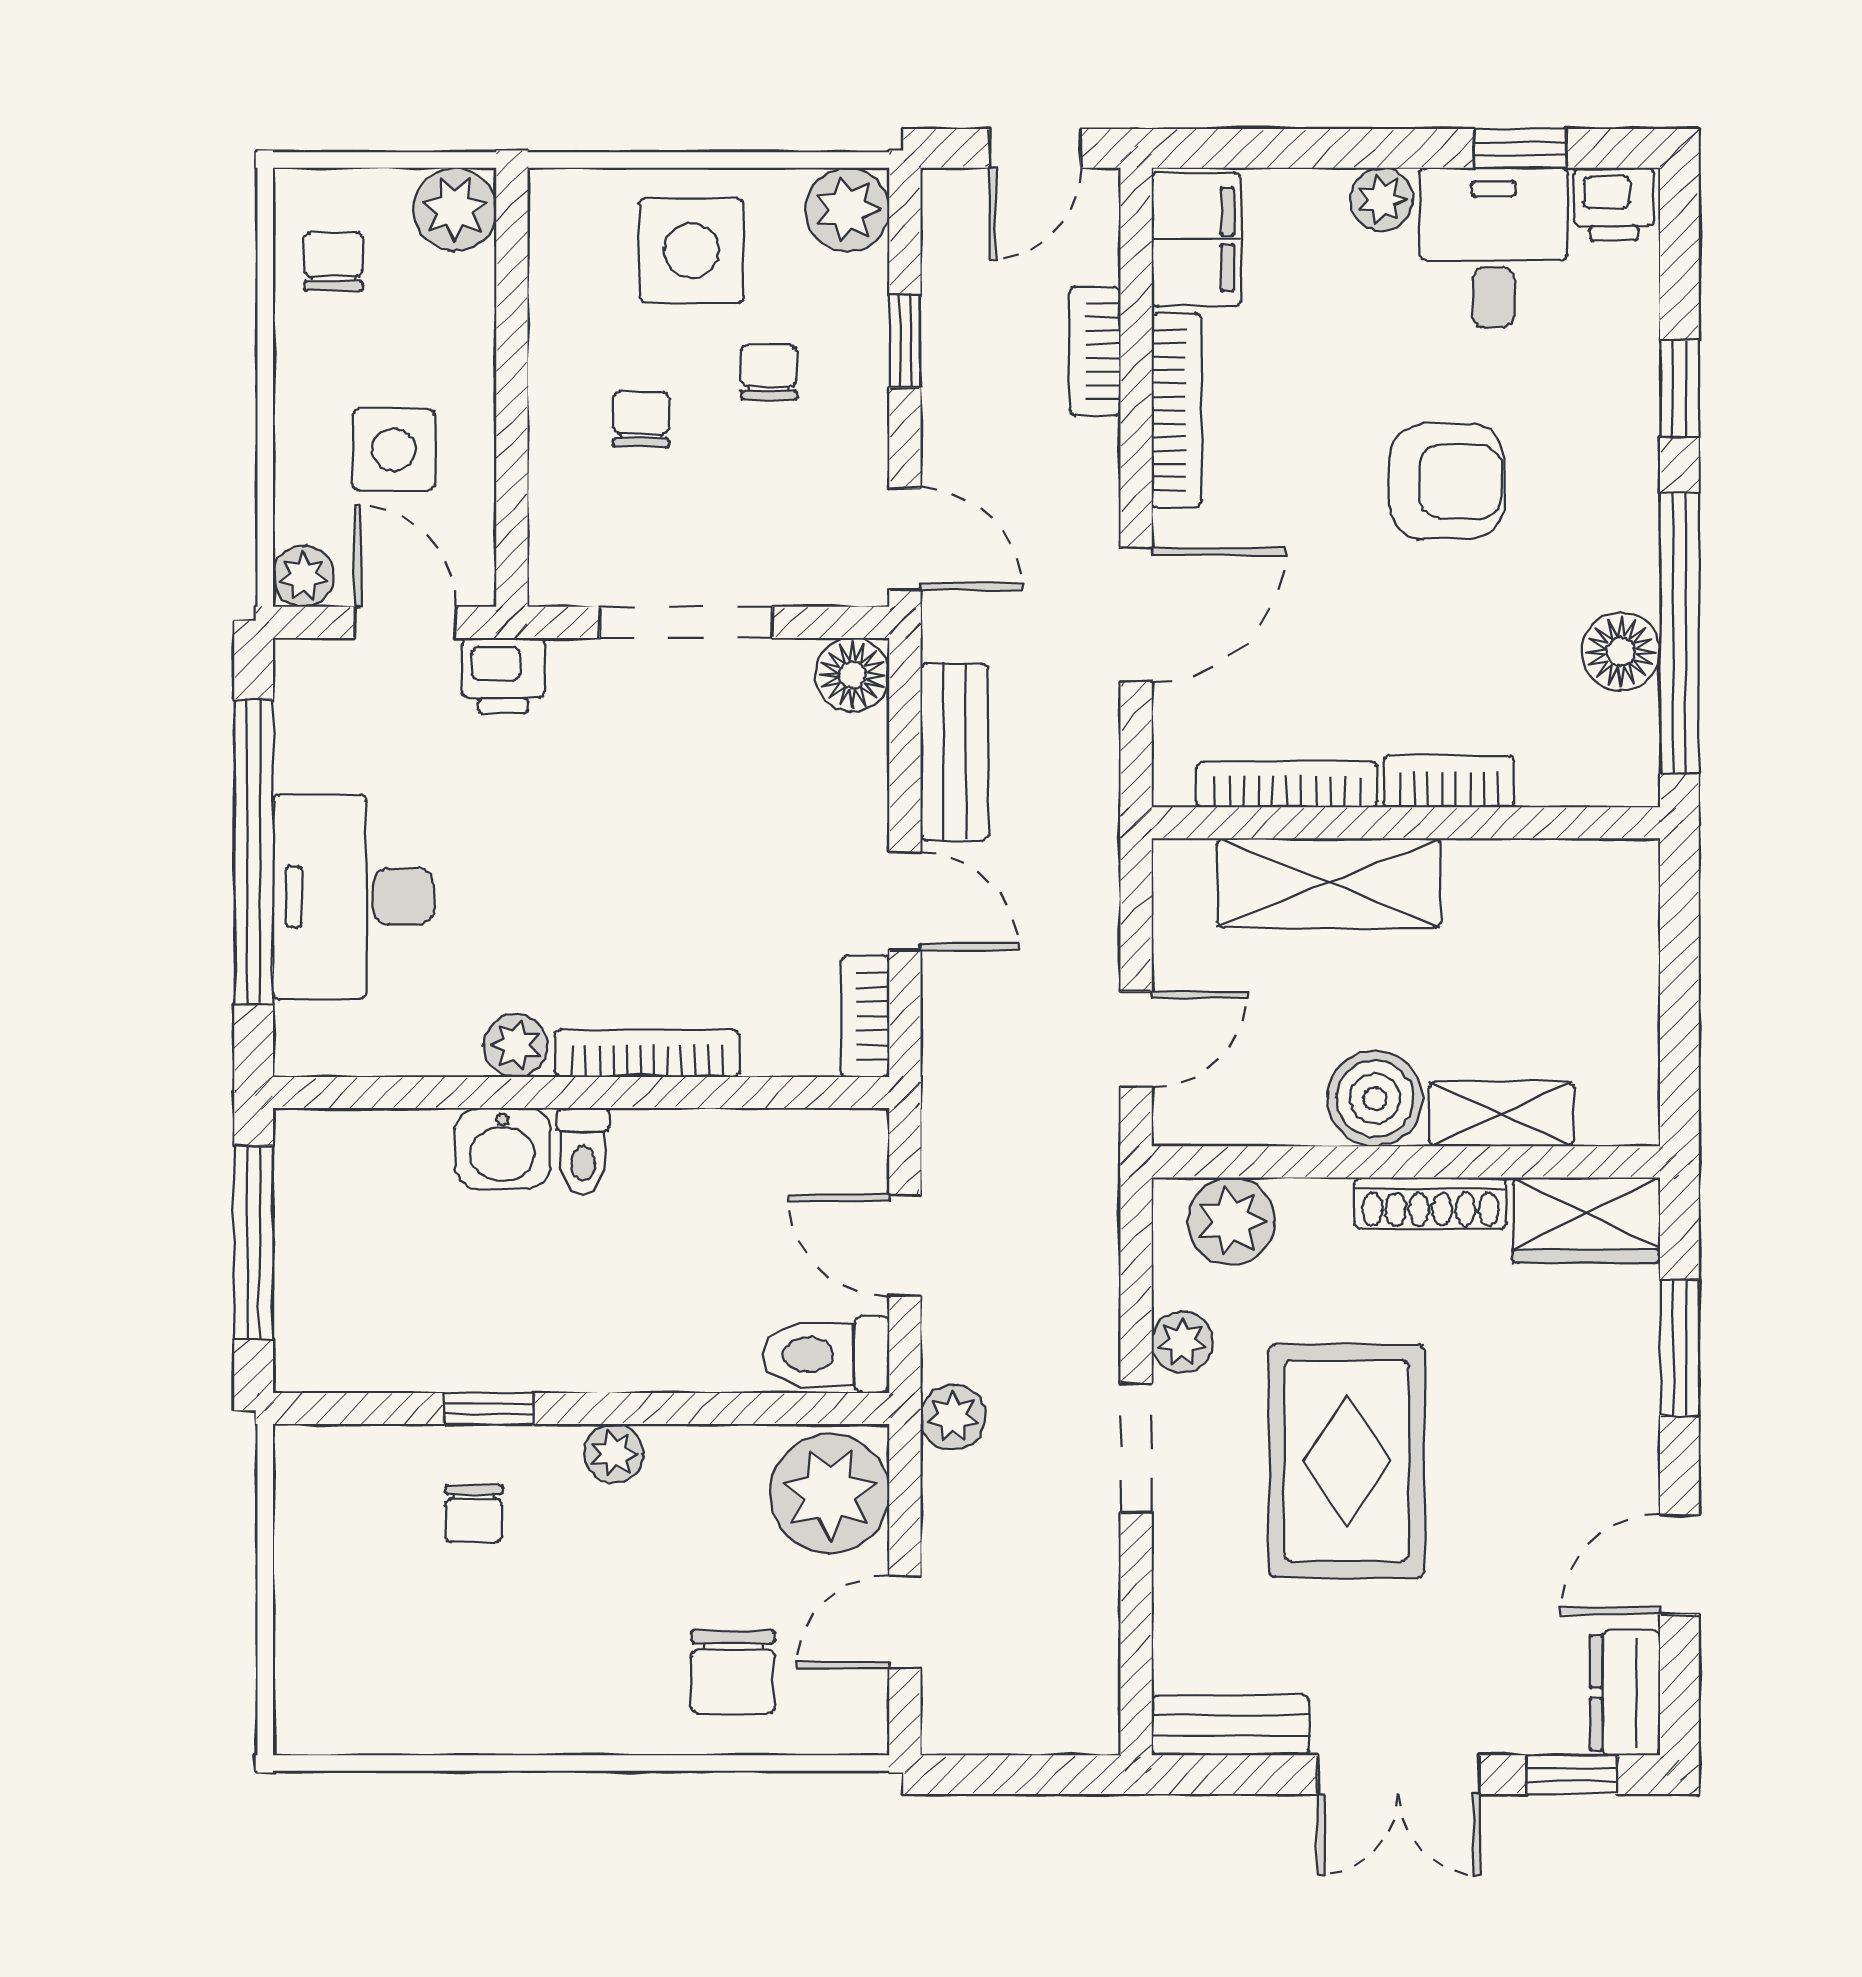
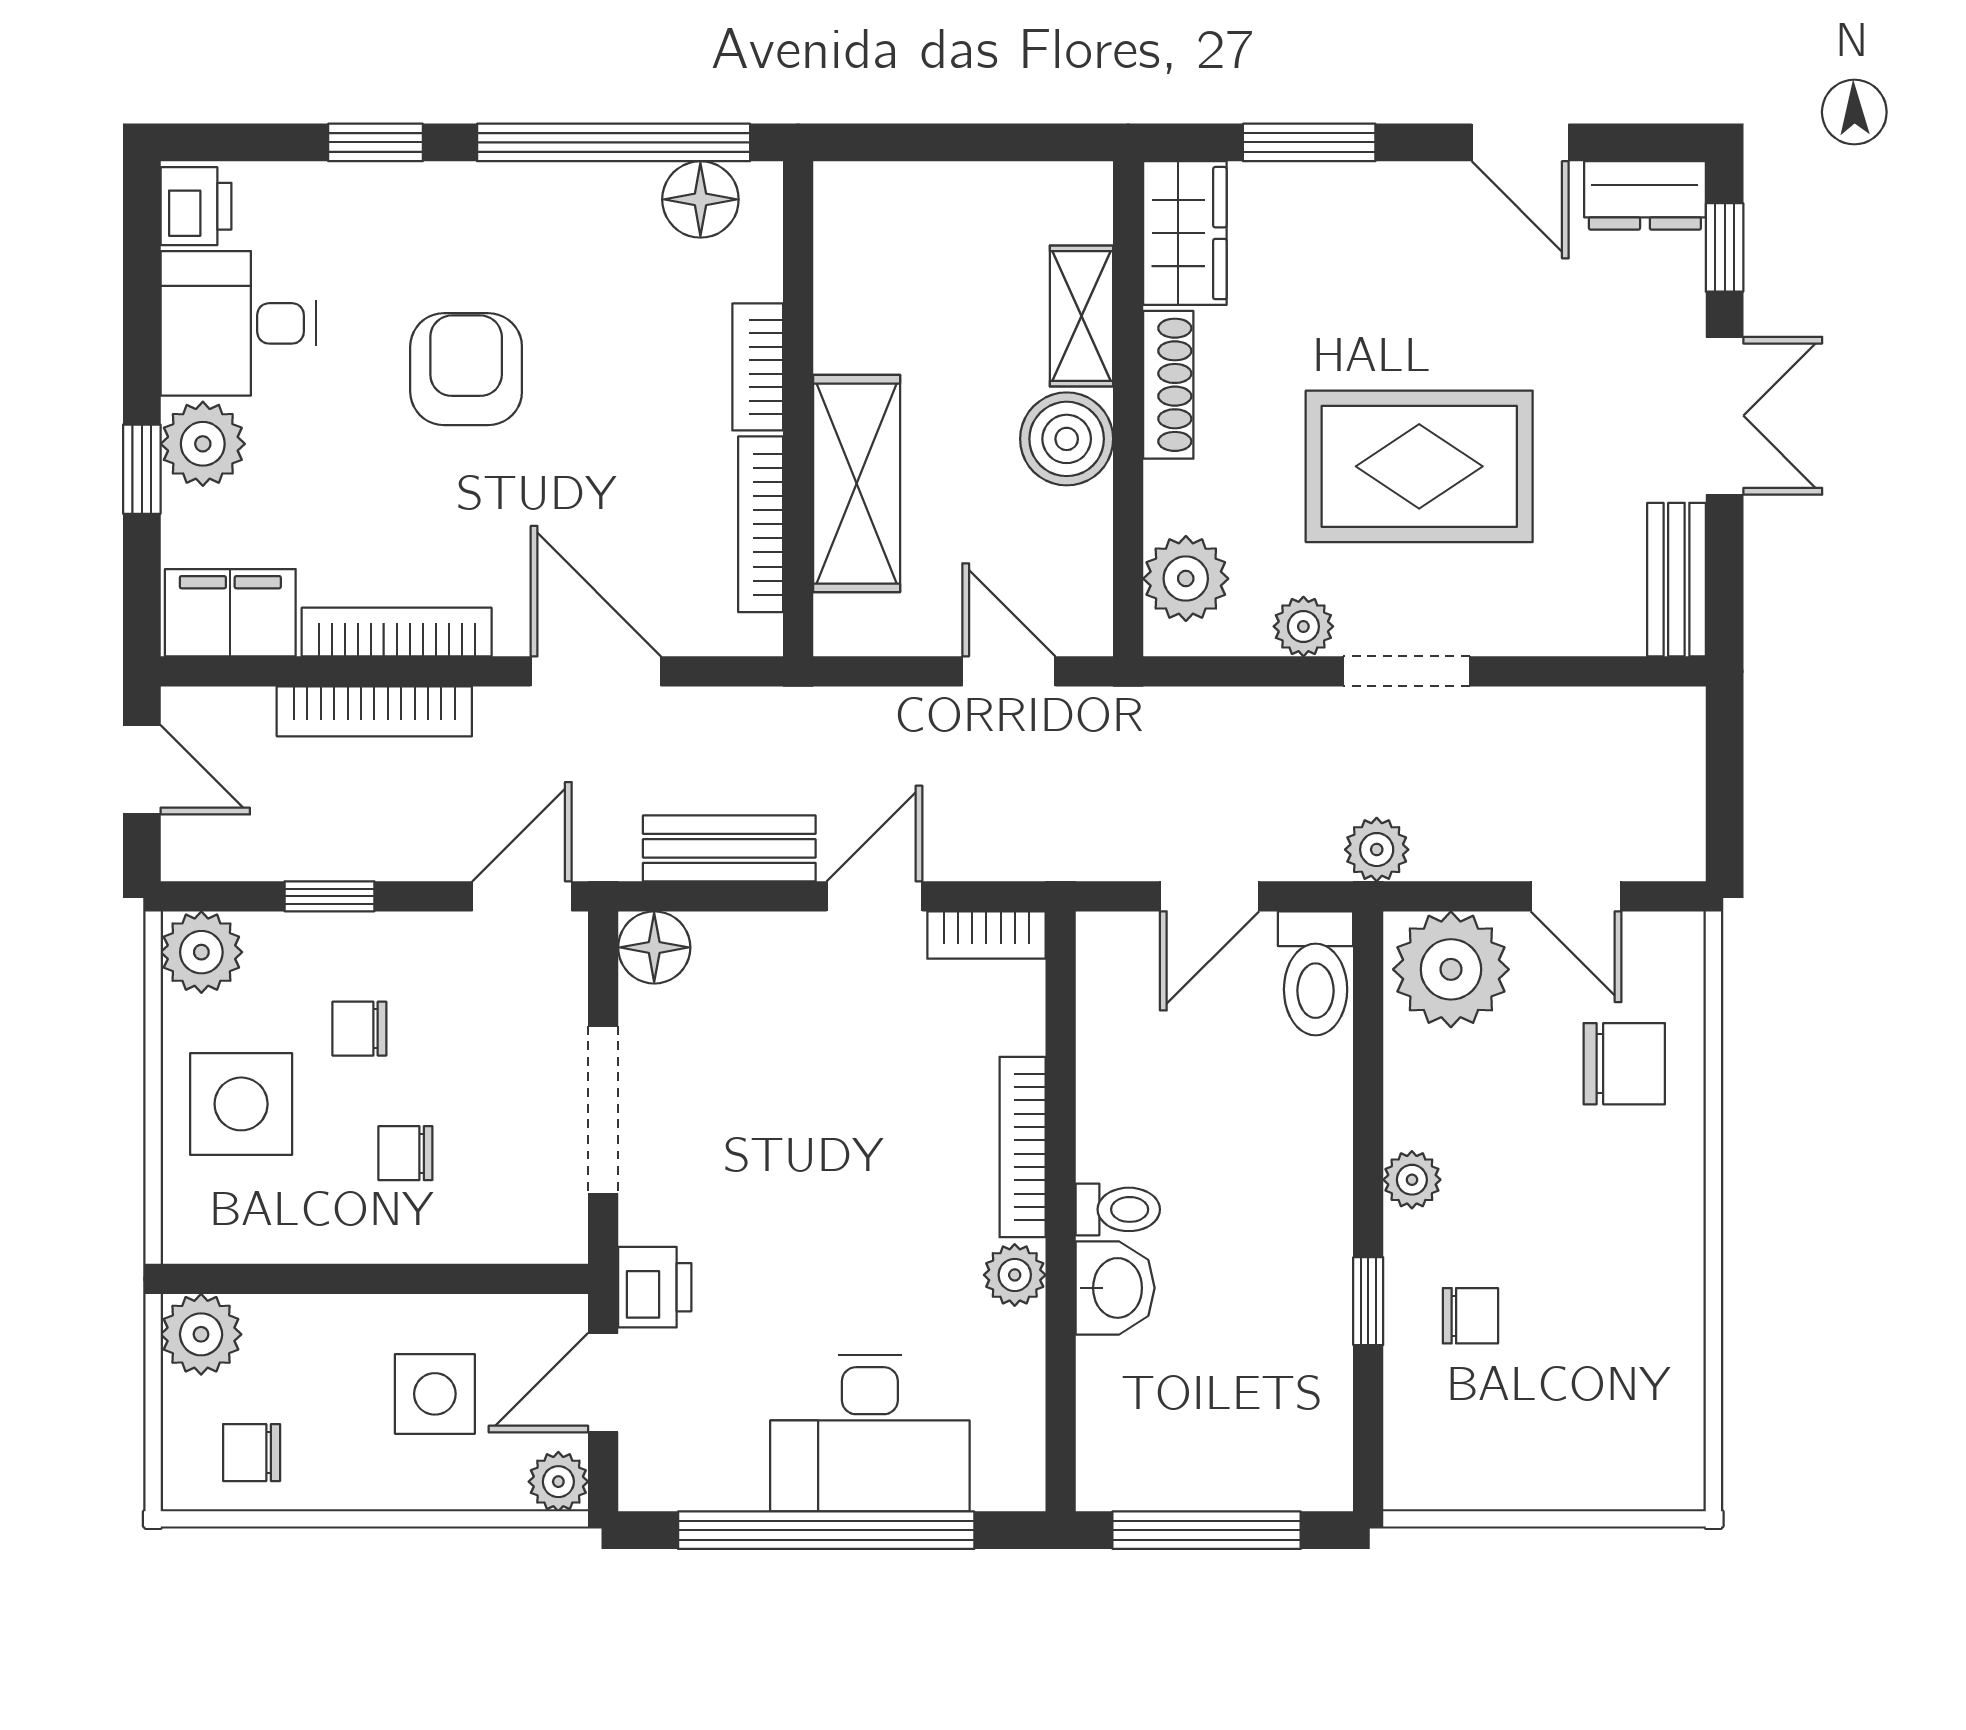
window: (1520, 148) -> (142, 469), moved
plant: (1382, 199) -> (203, 444), width x1.38, depth x1.38
bookcase: (1095, 351) -> (374, 711), width x1.56
floor lamp: (1621, 652) -> (700, 199), moved

